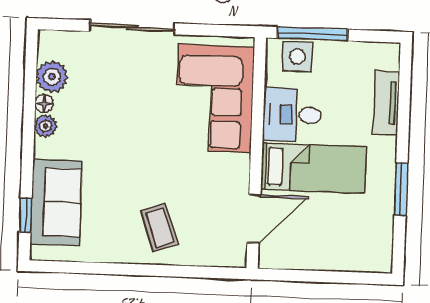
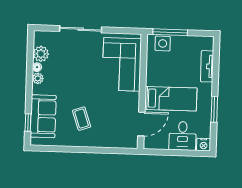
desk: (292, 115) -> (183, 136), moved, turned -90
coffee table: (159, 227) -> (82, 119), moved
nightstand: (379, 260) -> (204, 145), added

